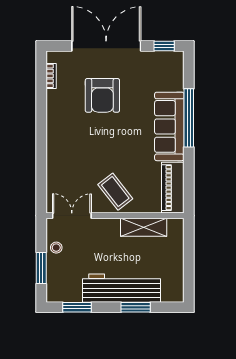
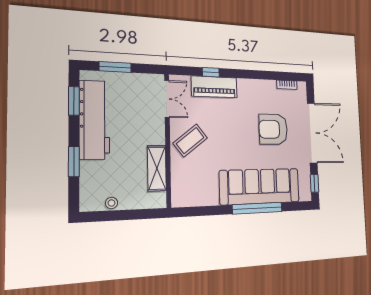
sofa: (169, 126) -> (260, 186), width x1.36, depth x1.27
window: (41, 167) -> (211, 72), added
piano: (173, 188) -> (214, 87), moved, turned 180
stool: (56, 248) -> (111, 203), moved
workbench: (122, 288) -> (94, 120), moved

